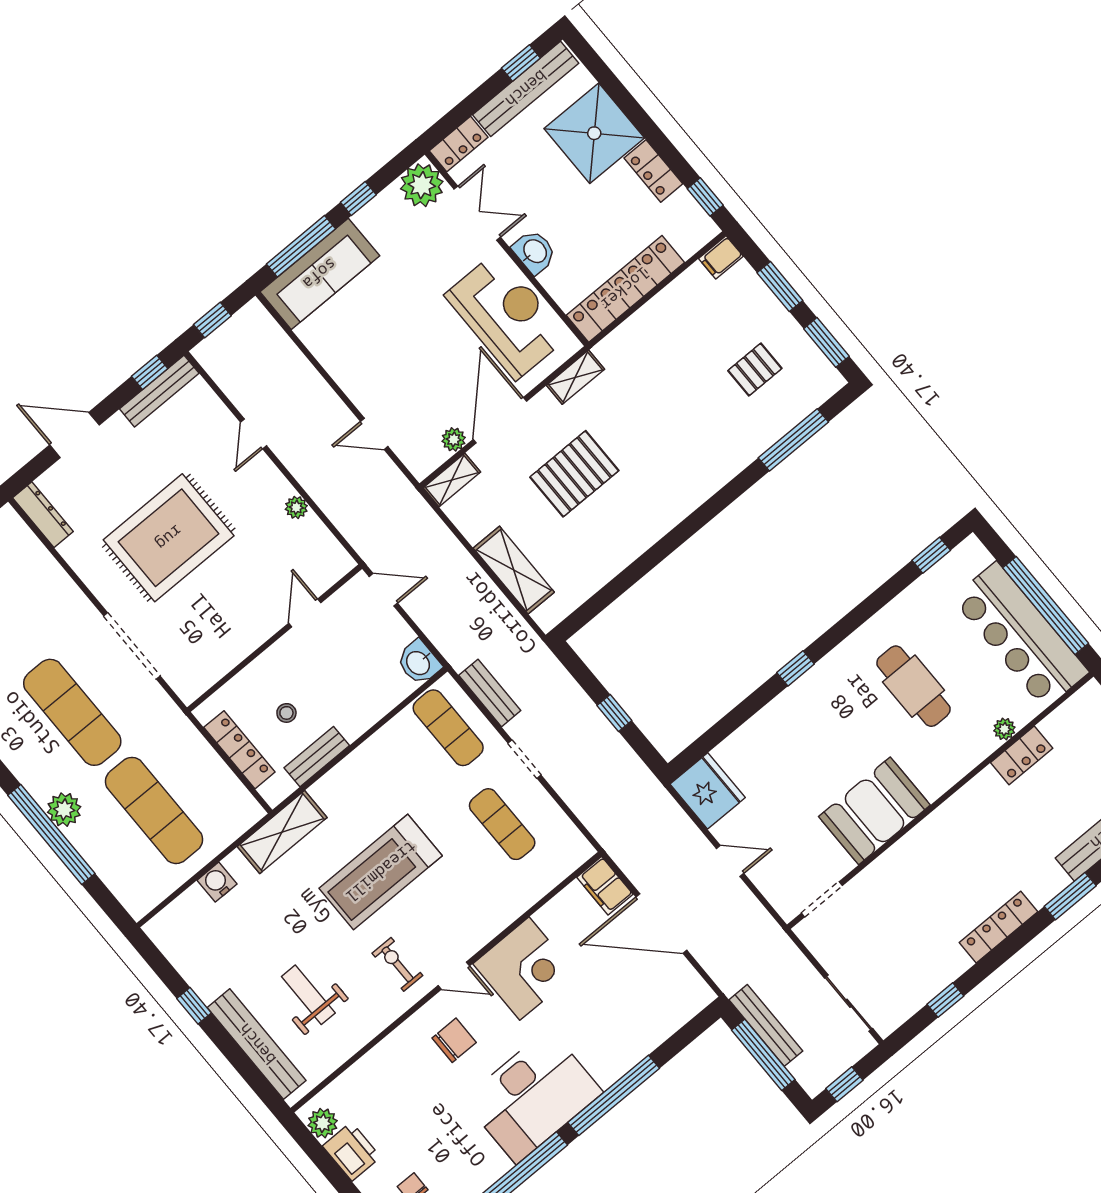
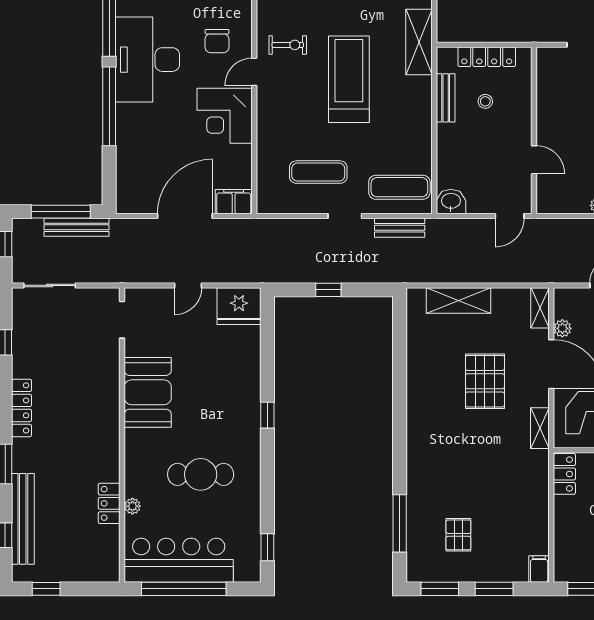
locker: (625, 289) -> (564, 474), width x0.46, depth x0.83

